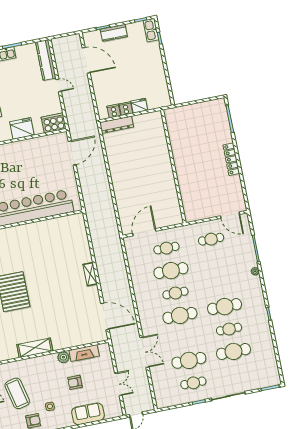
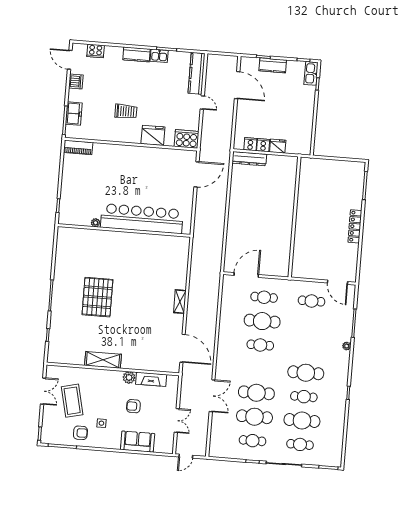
cafe table: (180, 315) -> (256, 393), moved
cafe table: (238, 374) -> (300, 444), added

